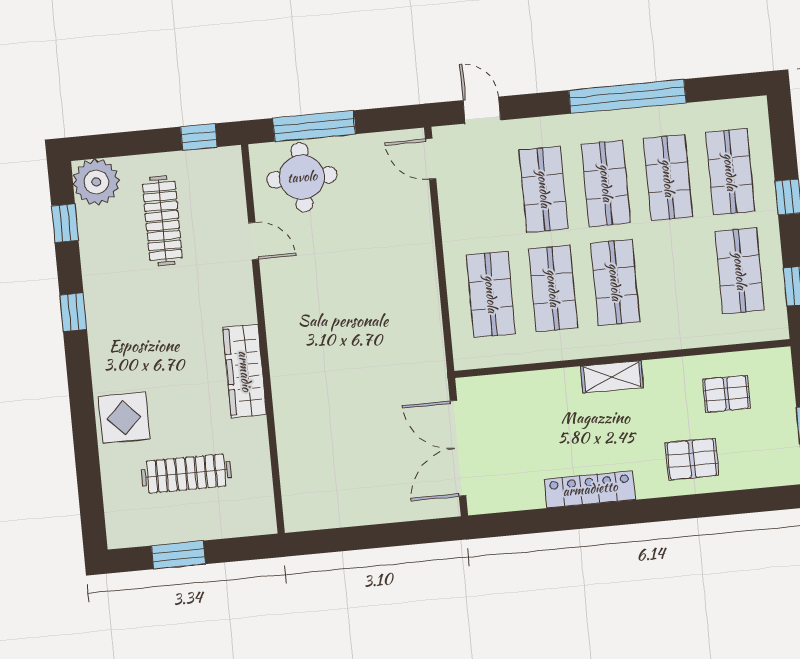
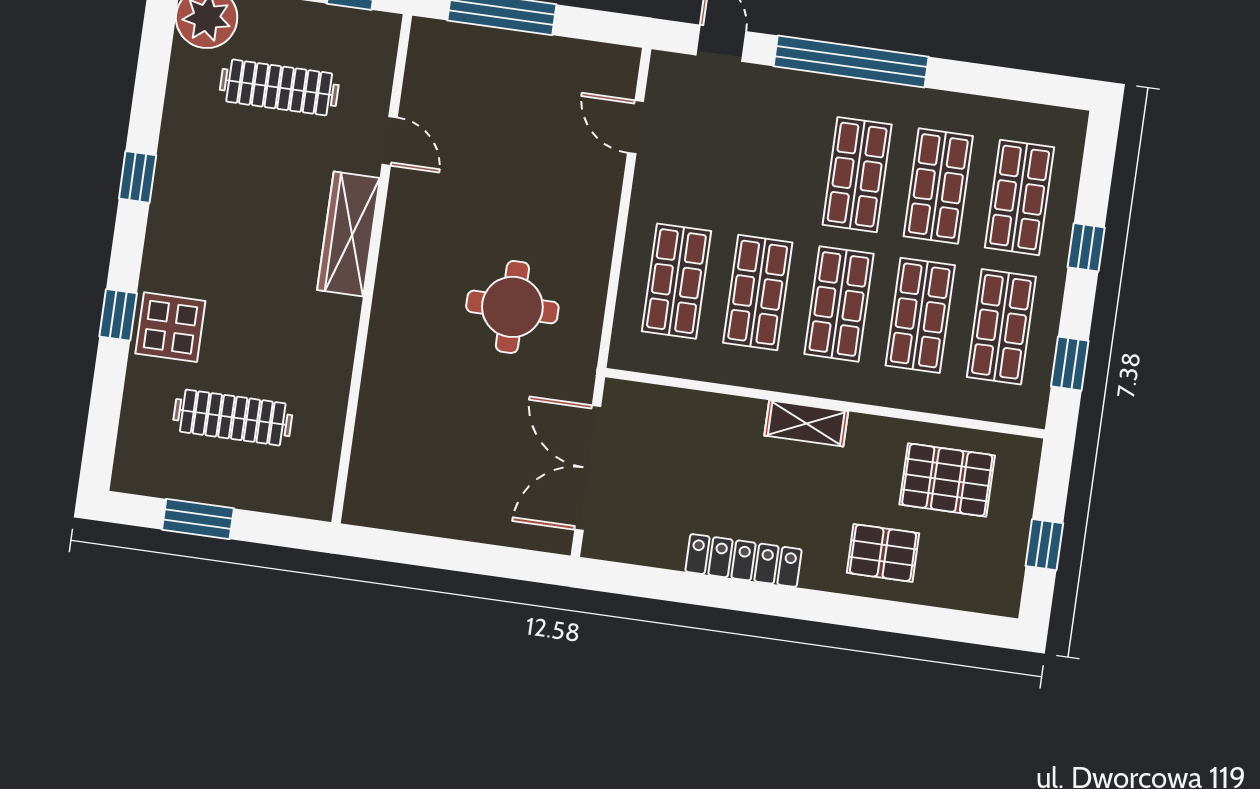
window: (627, 96) -> (851, 61), moved
door: (431, 159) -> (636, 127), moved
round table: (302, 177) -> (512, 307), moved
shop shelf: (544, 189) -> (920, 315), moved
clothes rail: (162, 221) -> (279, 87), turned 90
window: (65, 223) -> (118, 315), moved
wardrobe: (245, 371) -> (348, 234), moved
pallet: (726, 394) -> (947, 480), width x1.50, depth x1.42

